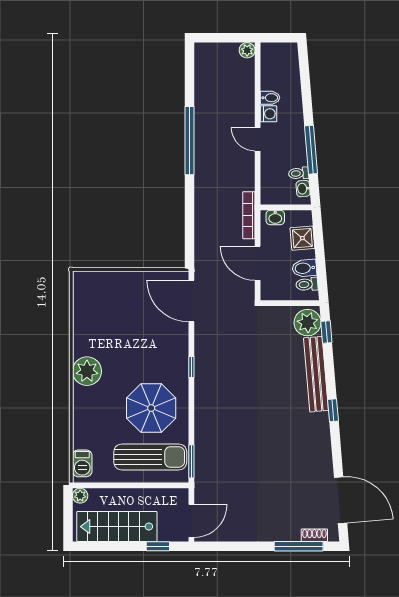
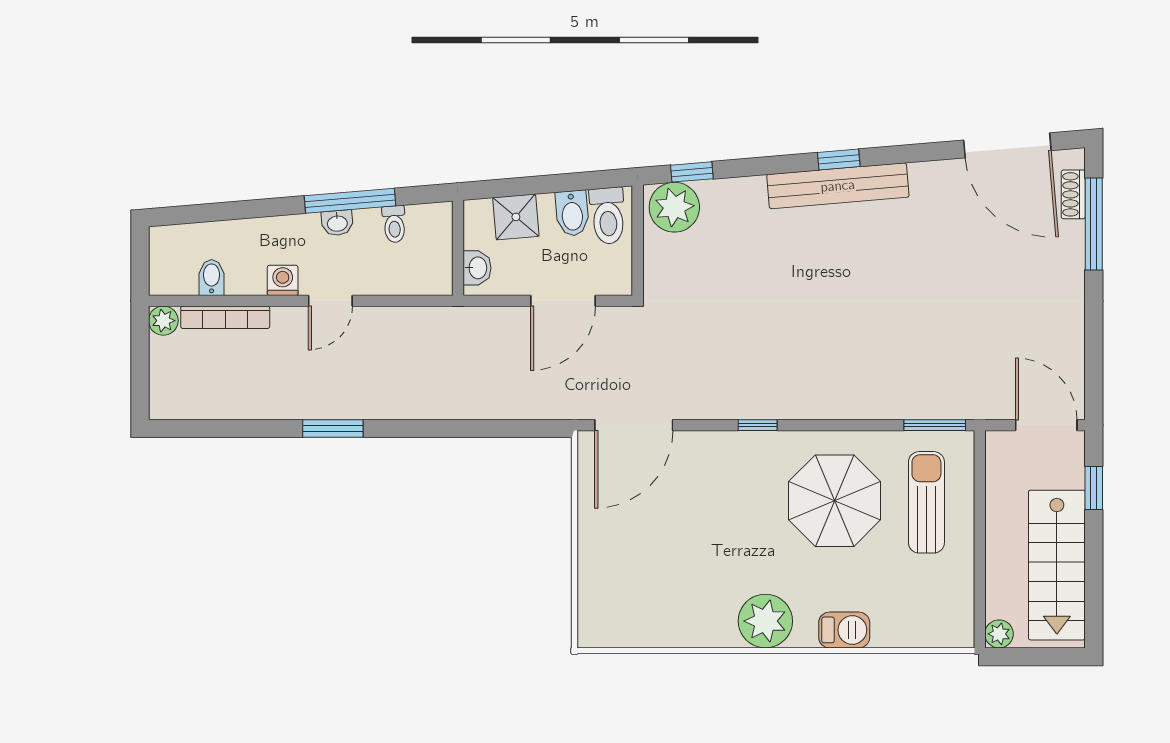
bidet: (270, 98) -> (212, 277), moved
window: (190, 141) -> (333, 429), width x0.47
washbasin: (303, 189) -> (337, 223), moved
bookcase: (249, 215) -> (225, 317), moved
toilet: (307, 284) -> (608, 216), width x1.37, depth x1.39
bench: (316, 374) -> (838, 186), moved
sun lounger: (150, 457) -> (926, 502), width x0.73, depth x0.75
barbecue: (82, 463) -> (844, 630), moved
door: (341, 500) -> (1007, 145), swing flipped

